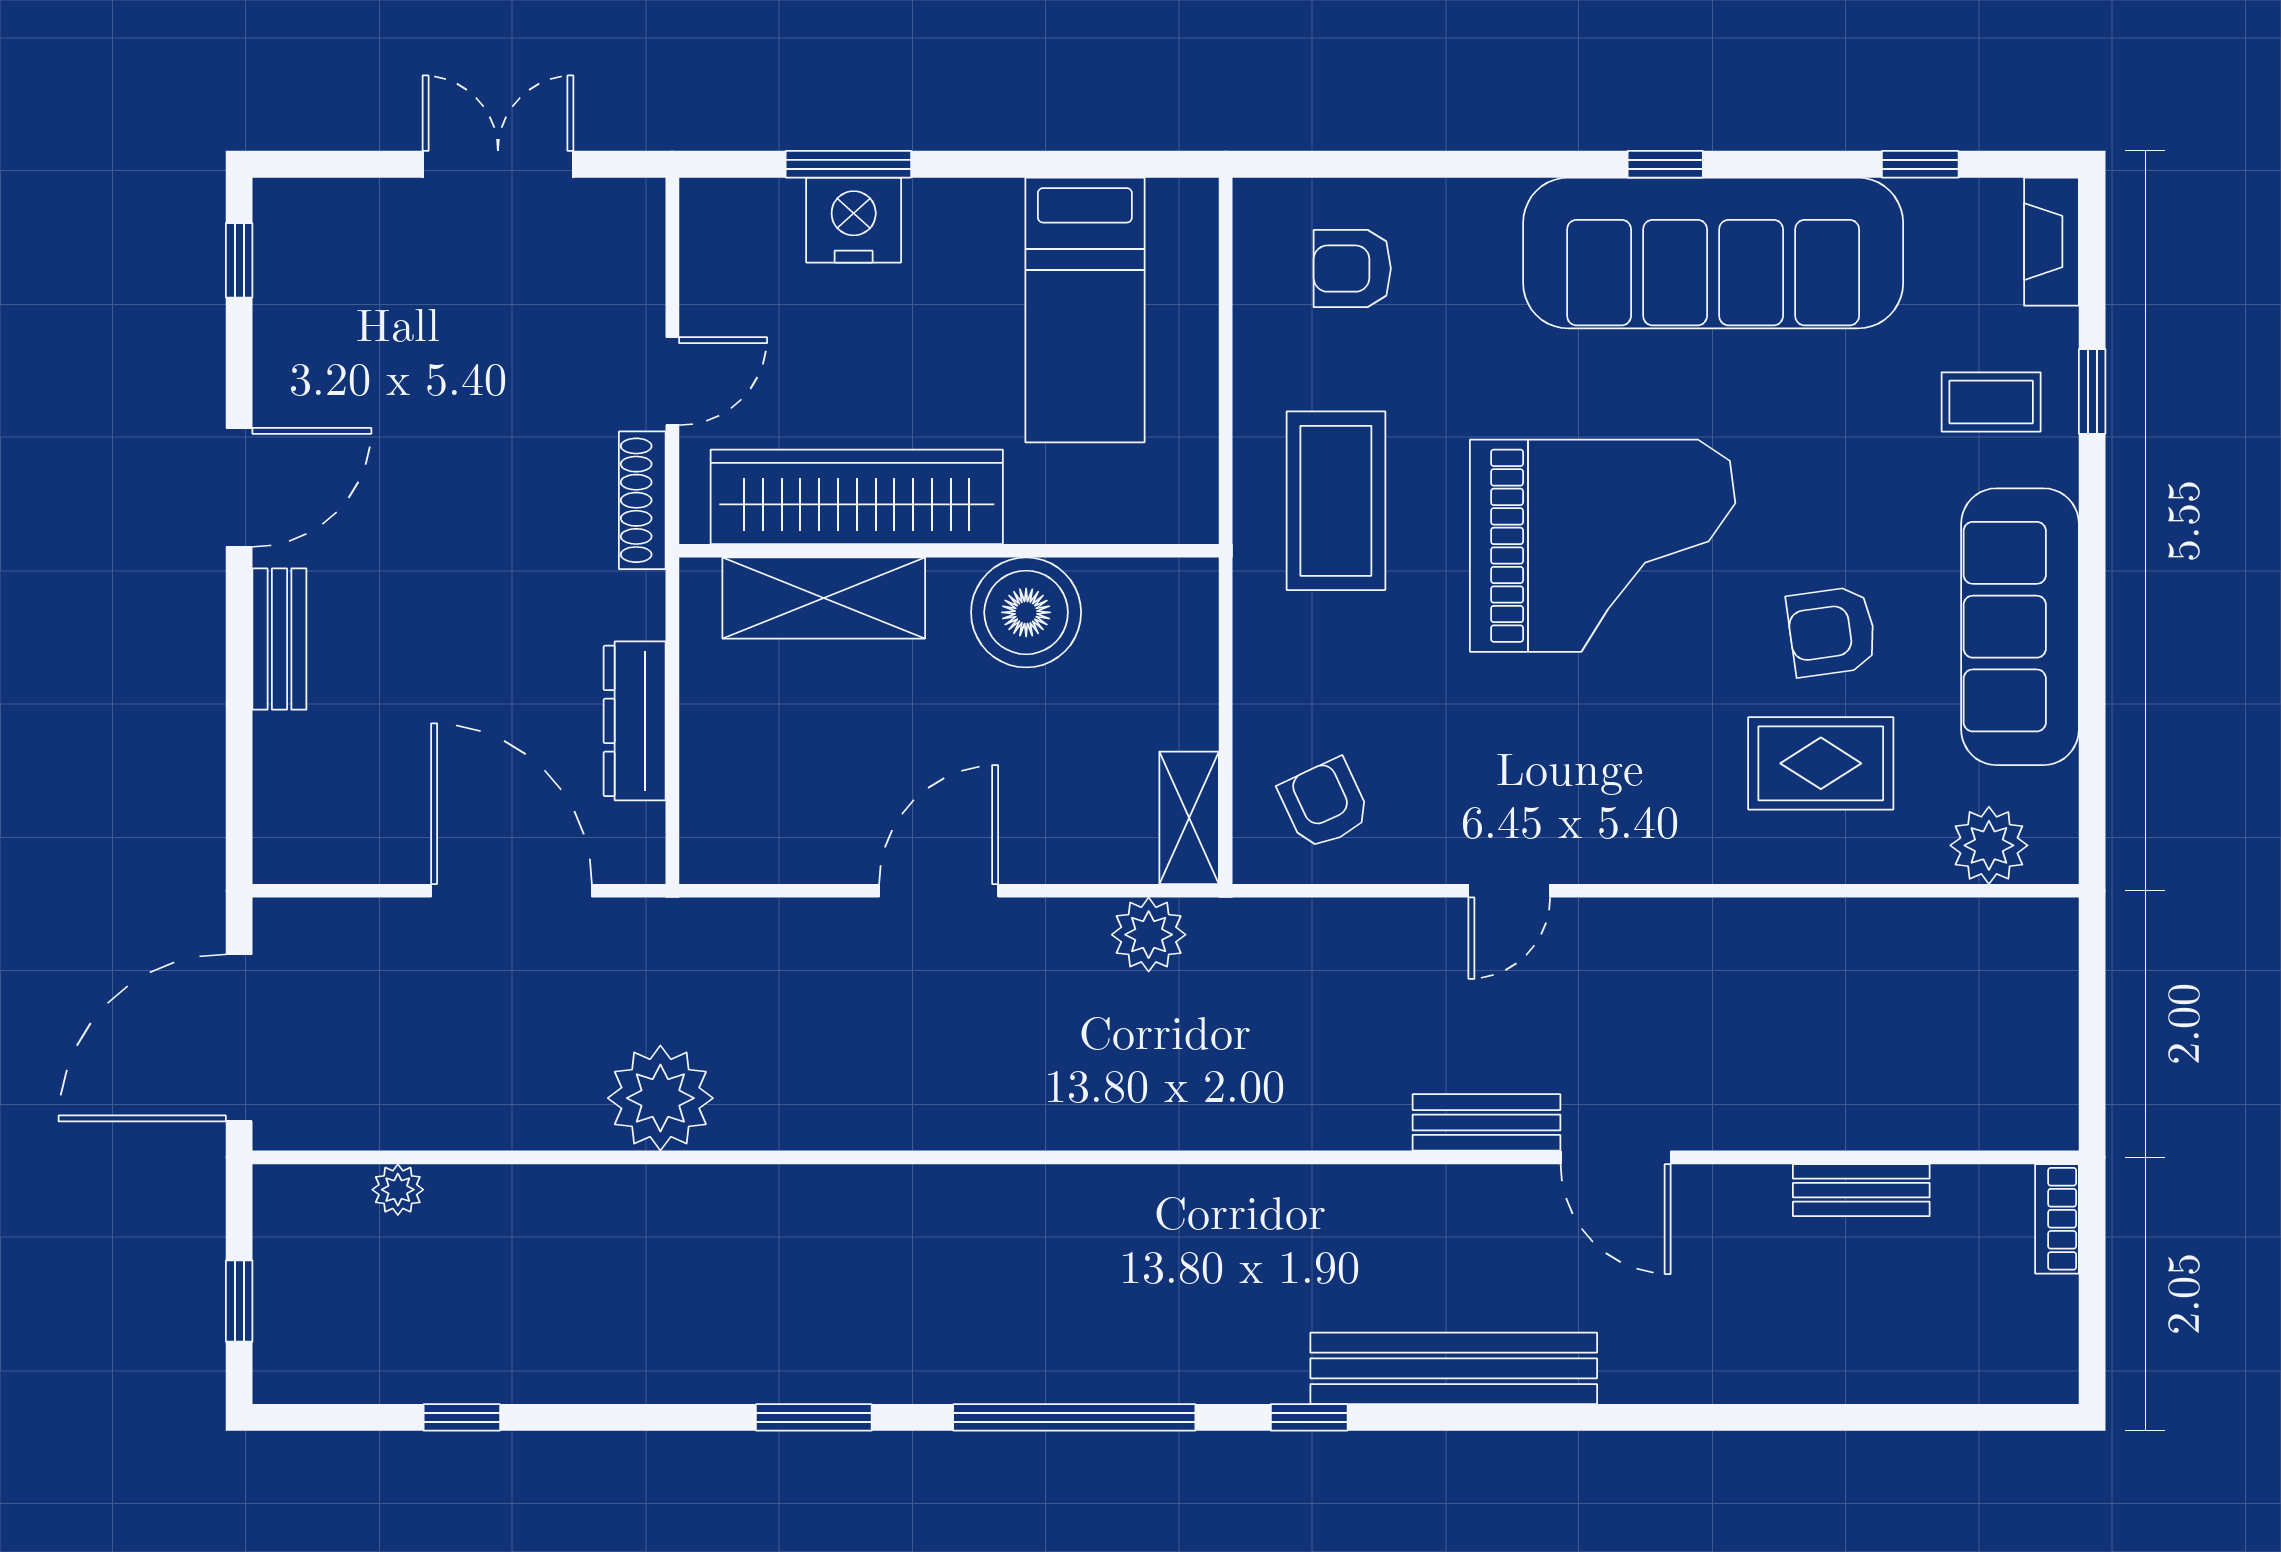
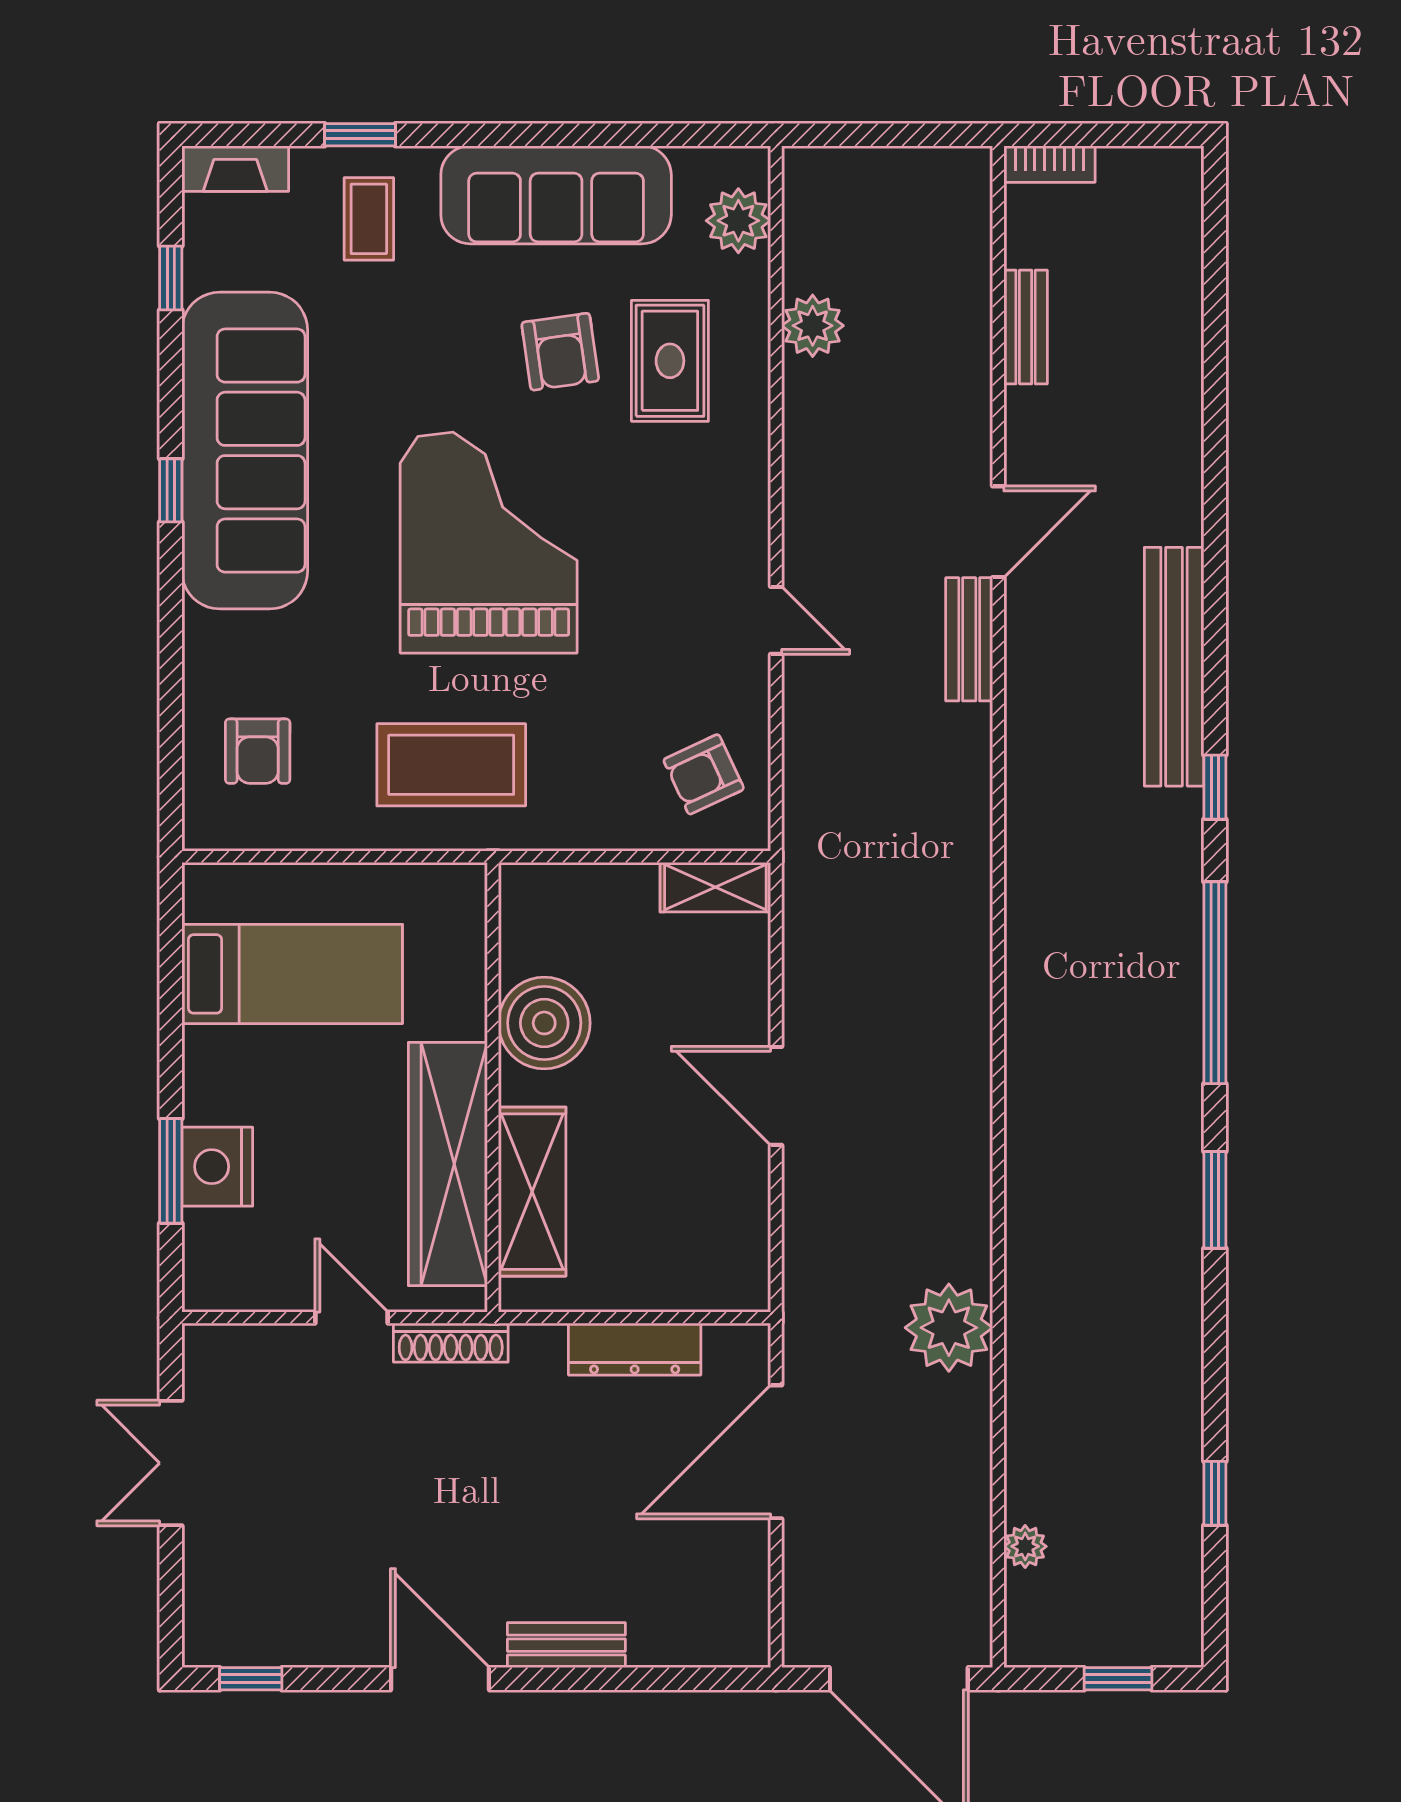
plant: (1149, 935) -> (813, 326), moved

